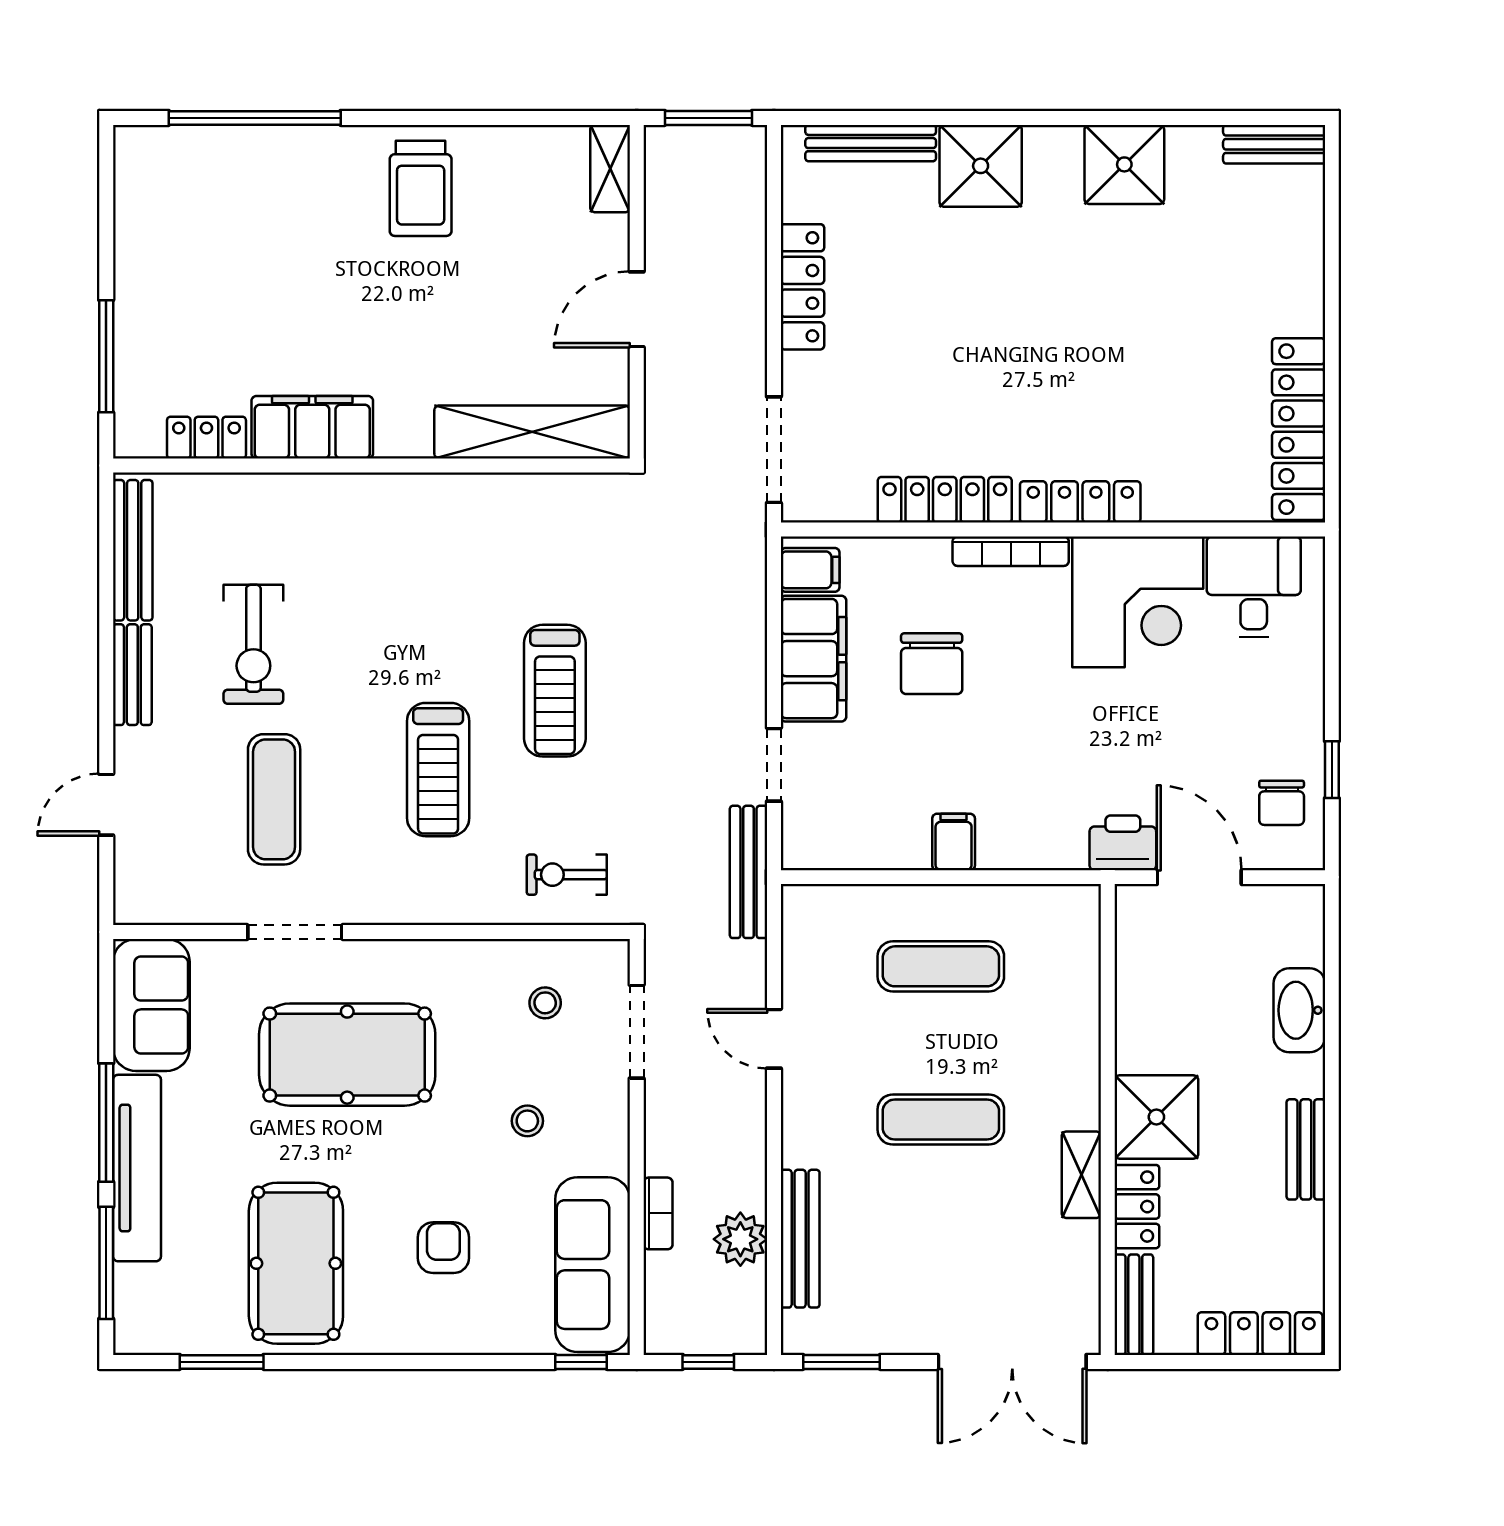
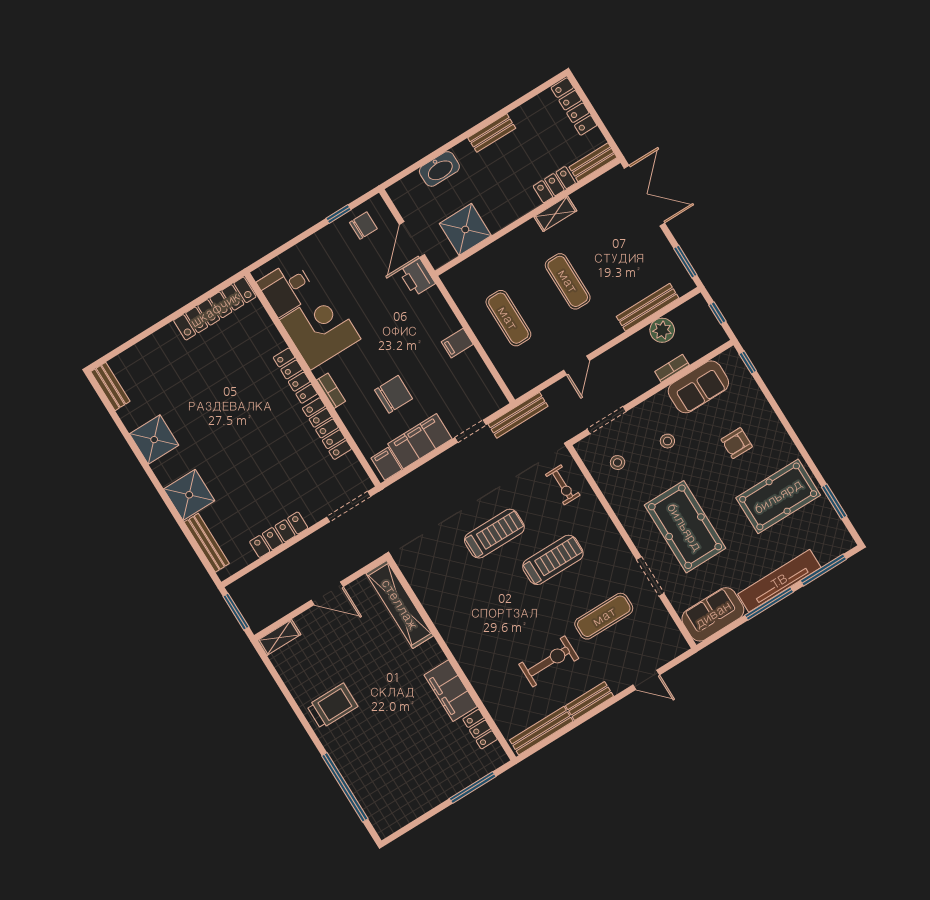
bookcase: (1011, 551) -> (331, 391), width x0.64
shower: (1156, 1117) -> (465, 229), moved
sofa: (593, 1265) -> (698, 387), width x0.73

